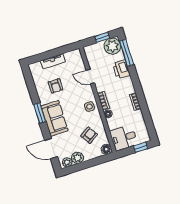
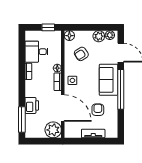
window: (102, 37) -> (40, 141), removed
plant: (112, 46) -> (53, 130), moved
door: (90, 77) -> (63, 108), width x1.87
window: (40, 113) -> (121, 89), width x2.11
desk: (124, 138) -> (37, 52), moved, turned 180
window: (141, 147) -> (48, 27), moved

